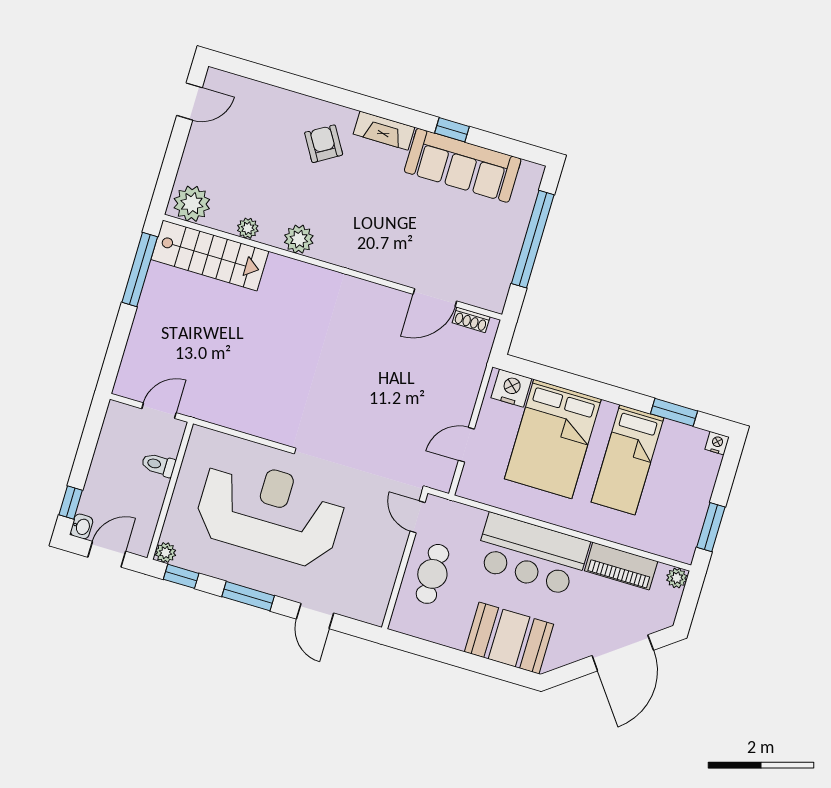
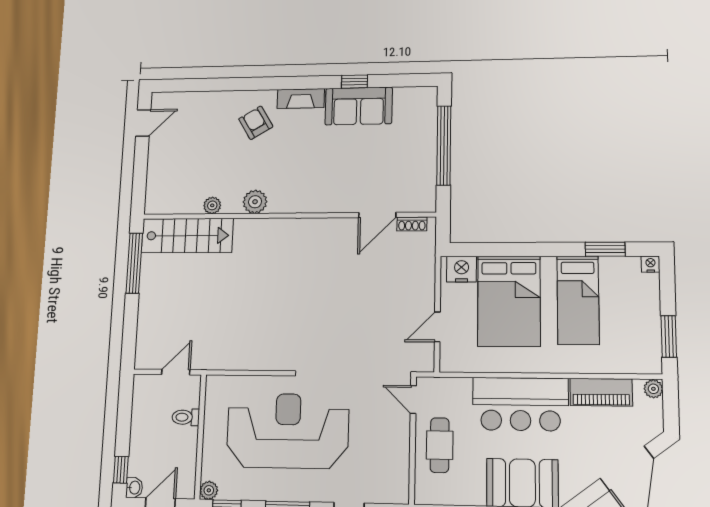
sofa: (463, 165) -> (359, 106), width x0.73
plant: (192, 204) -> (163, 200), removed

